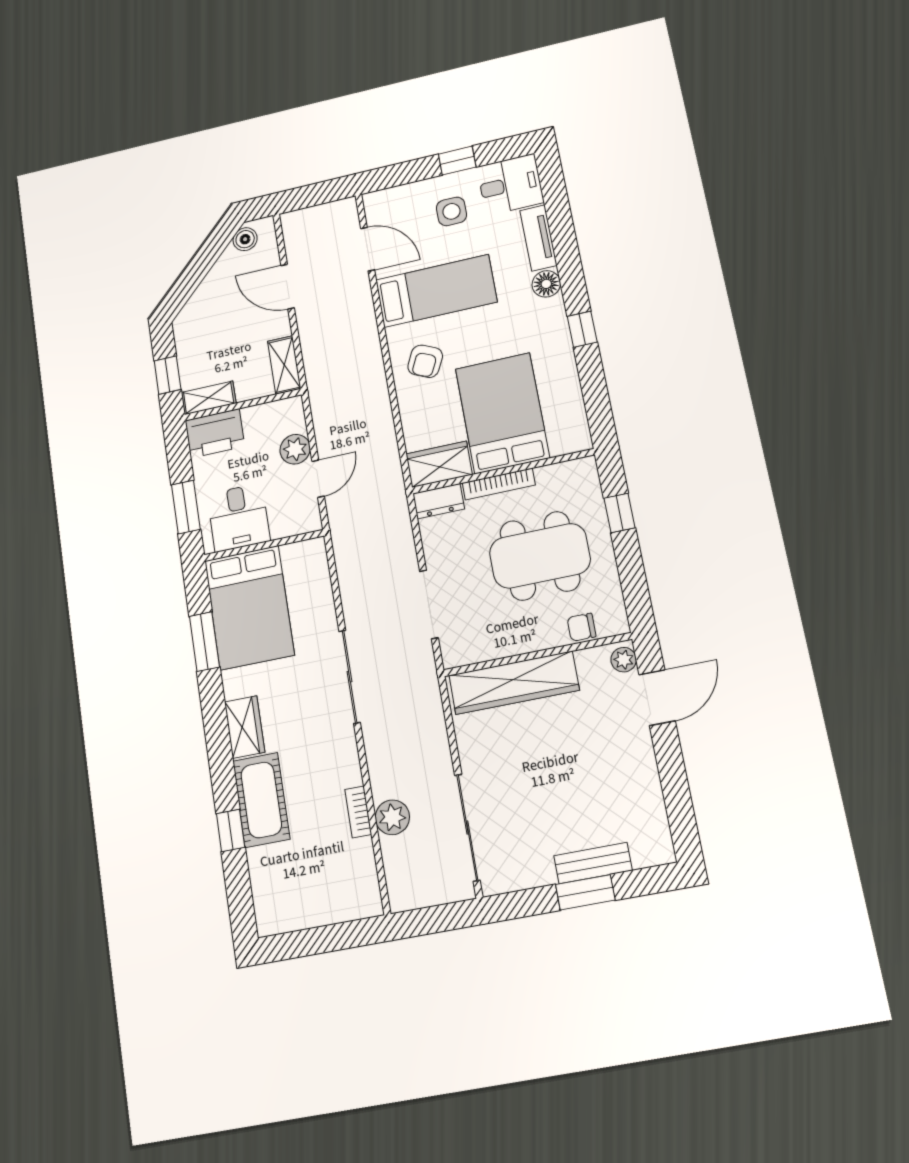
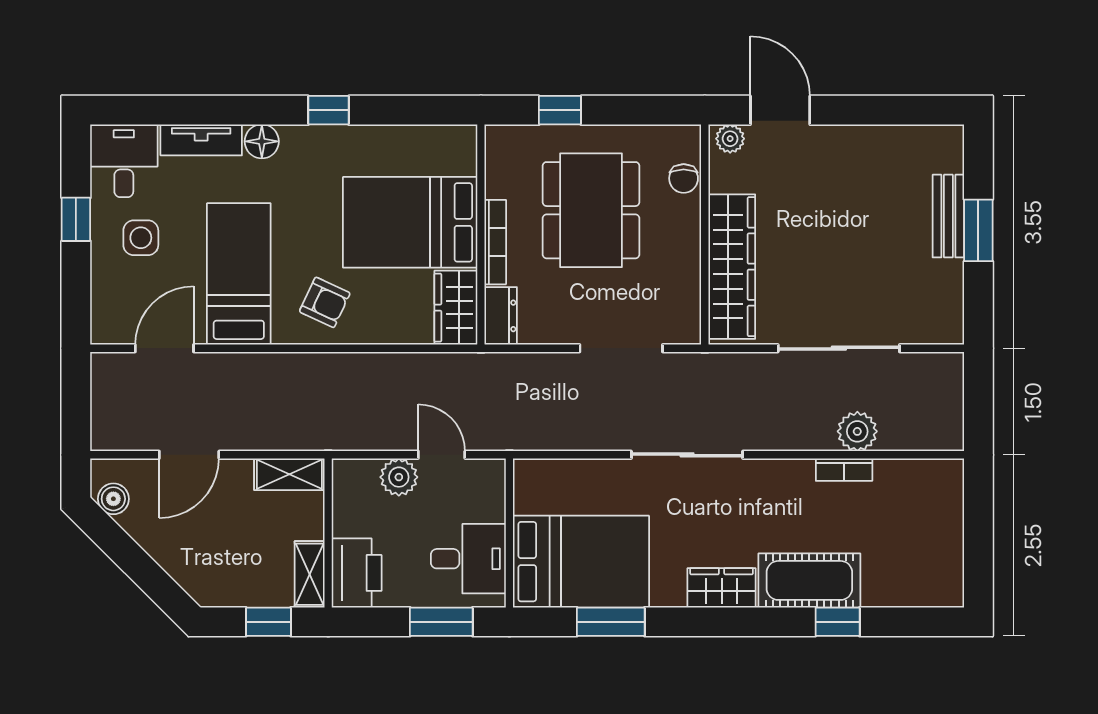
sliding door: (467, 828) -> (839, 348), moved

